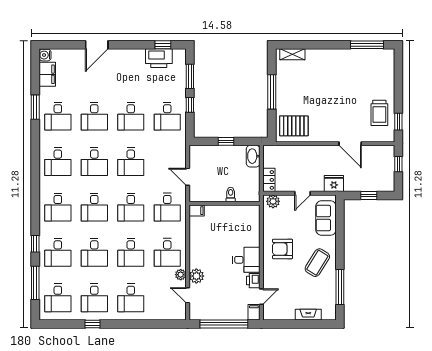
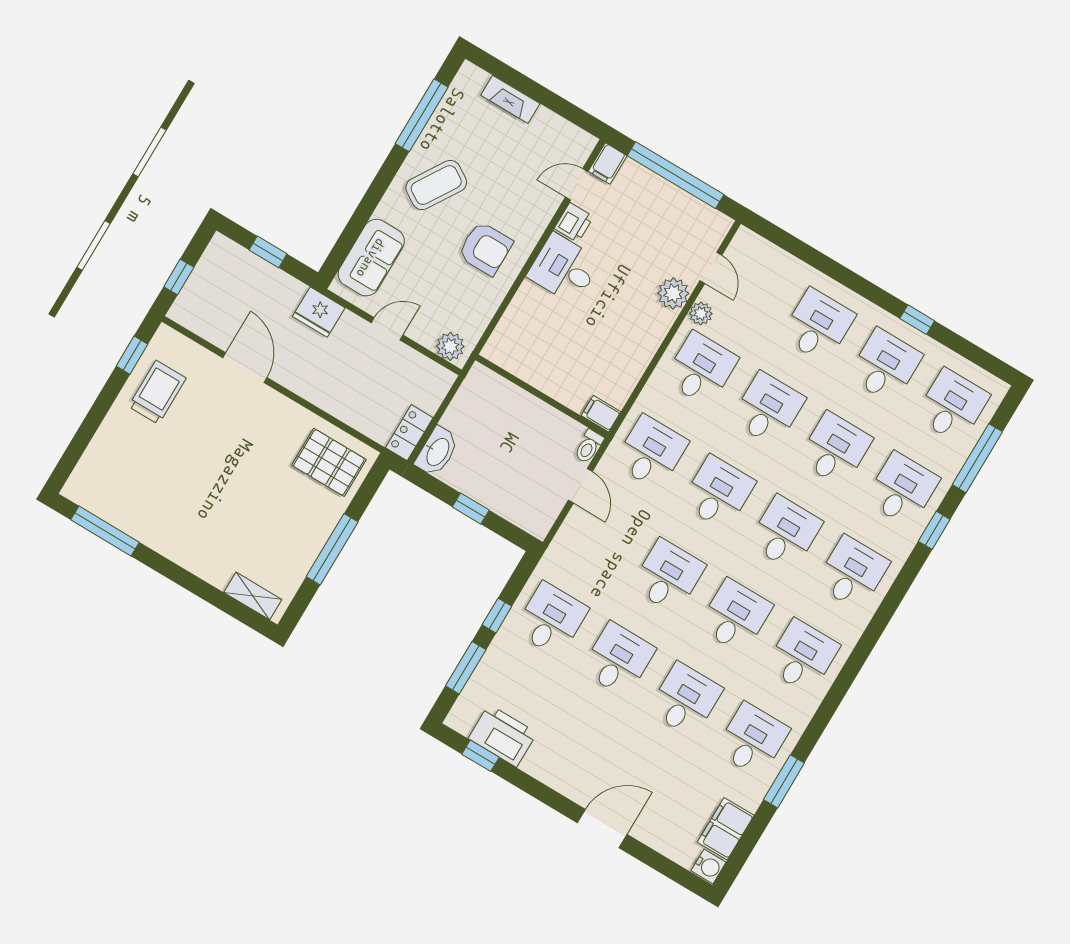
locker: (269, 180) -> (409, 433), moved
toilet: (231, 194) -> (589, 446), moved

